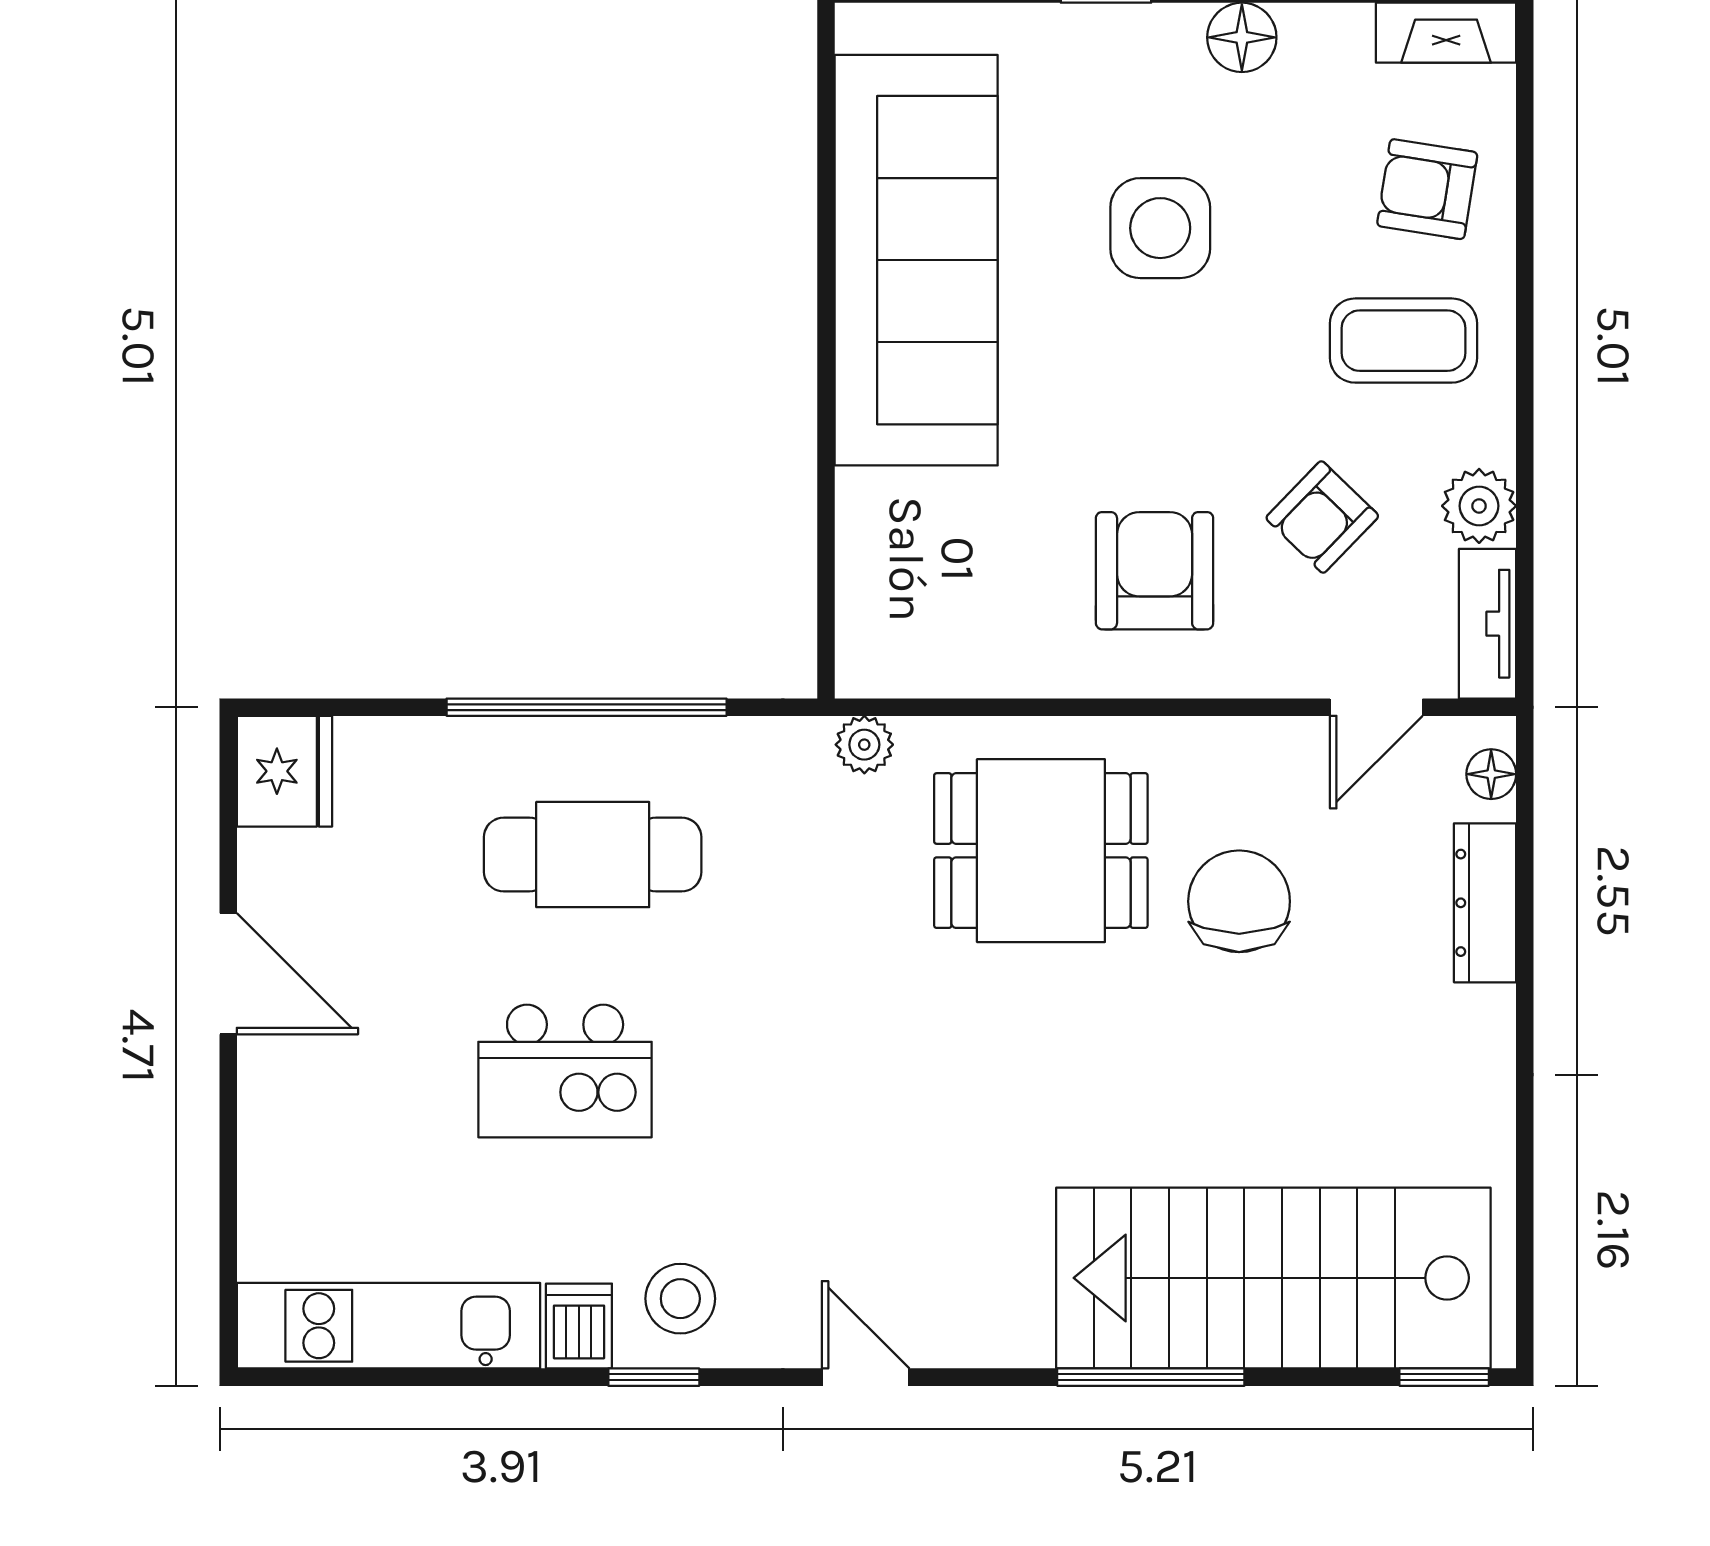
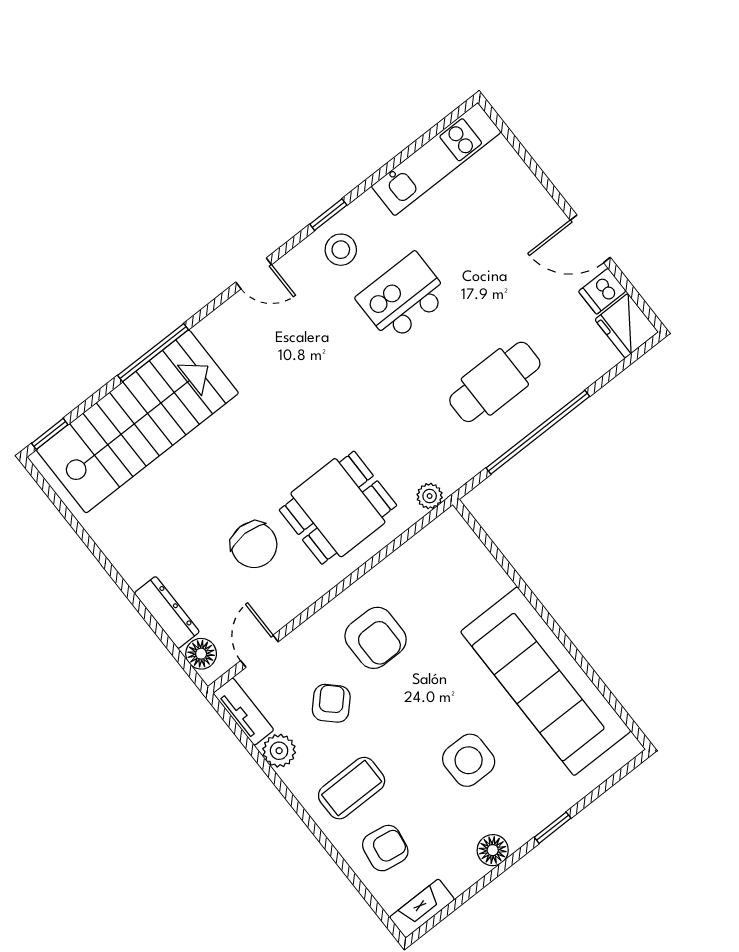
floor lamp: (1491, 774) -> (201, 654), width x1.37, depth x1.37
kitchen island: (565, 1071) -> (403, 297), moved
dishwasher: (579, 1326) -> (602, 291), moved, turned 90

